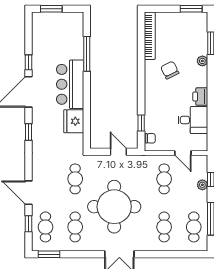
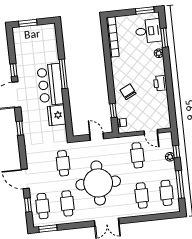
window: (87, 54) -> (63, 74), moved
chair: (170, 70) -> (128, 92), moved
desk: (193, 120) -> (148, 31), moved

